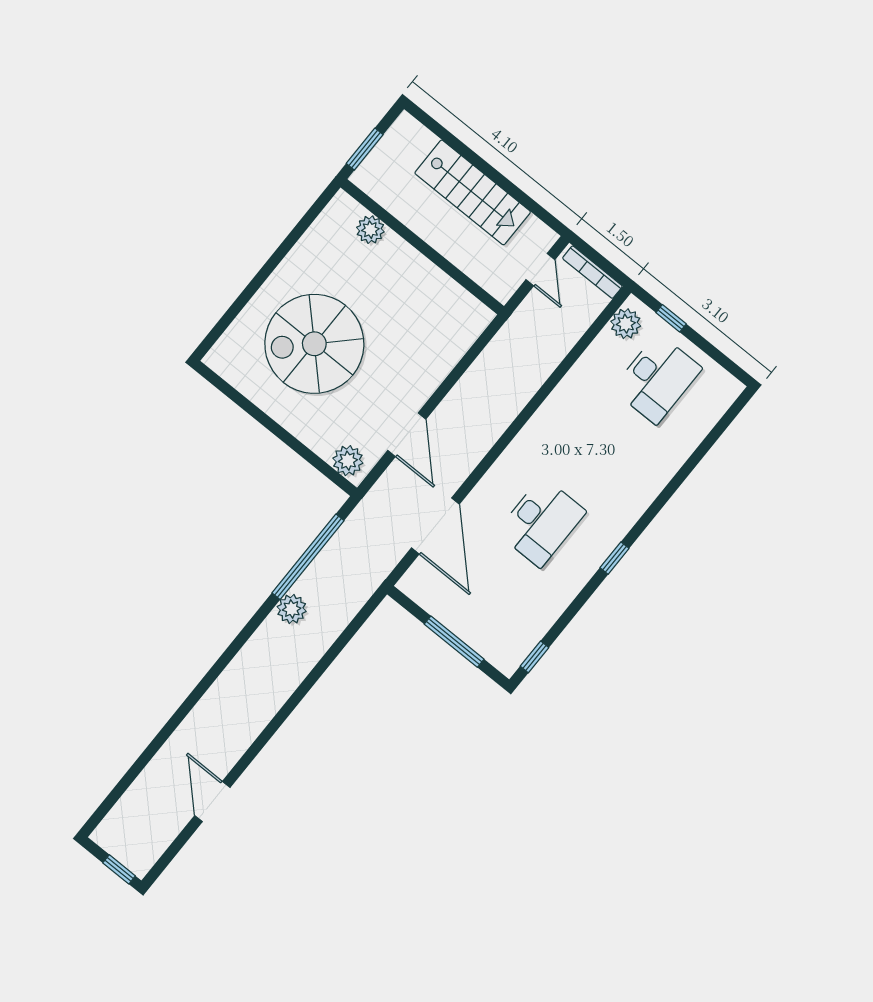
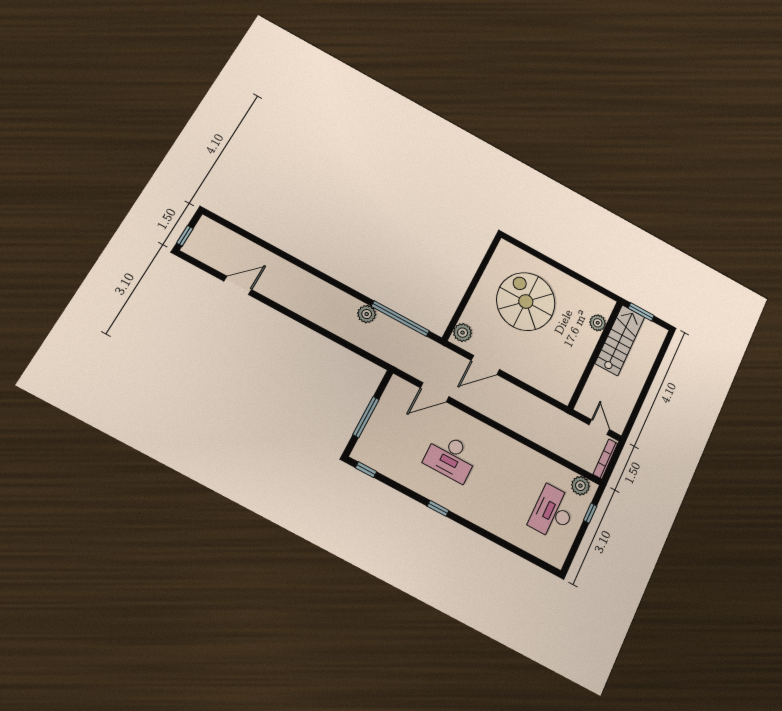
stairs: (473, 192) -> (620, 340), moved, turned 180
door: (540, 270) -> (599, 427), swing flipped
desk: (657, 379) -> (553, 512), turned 90
door: (435, 526) -> (435, 392), width x0.73

